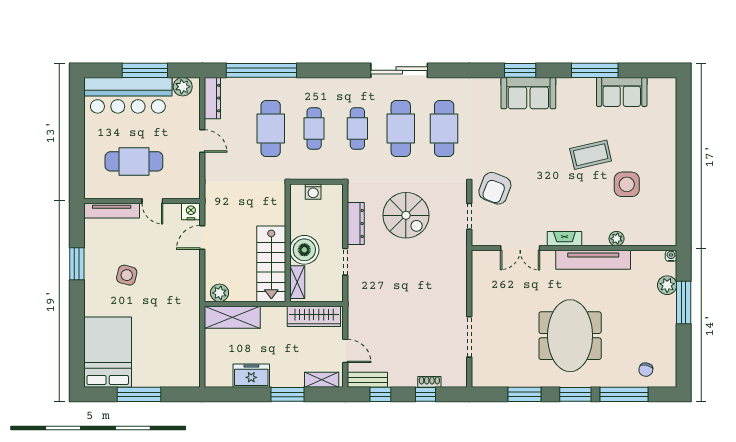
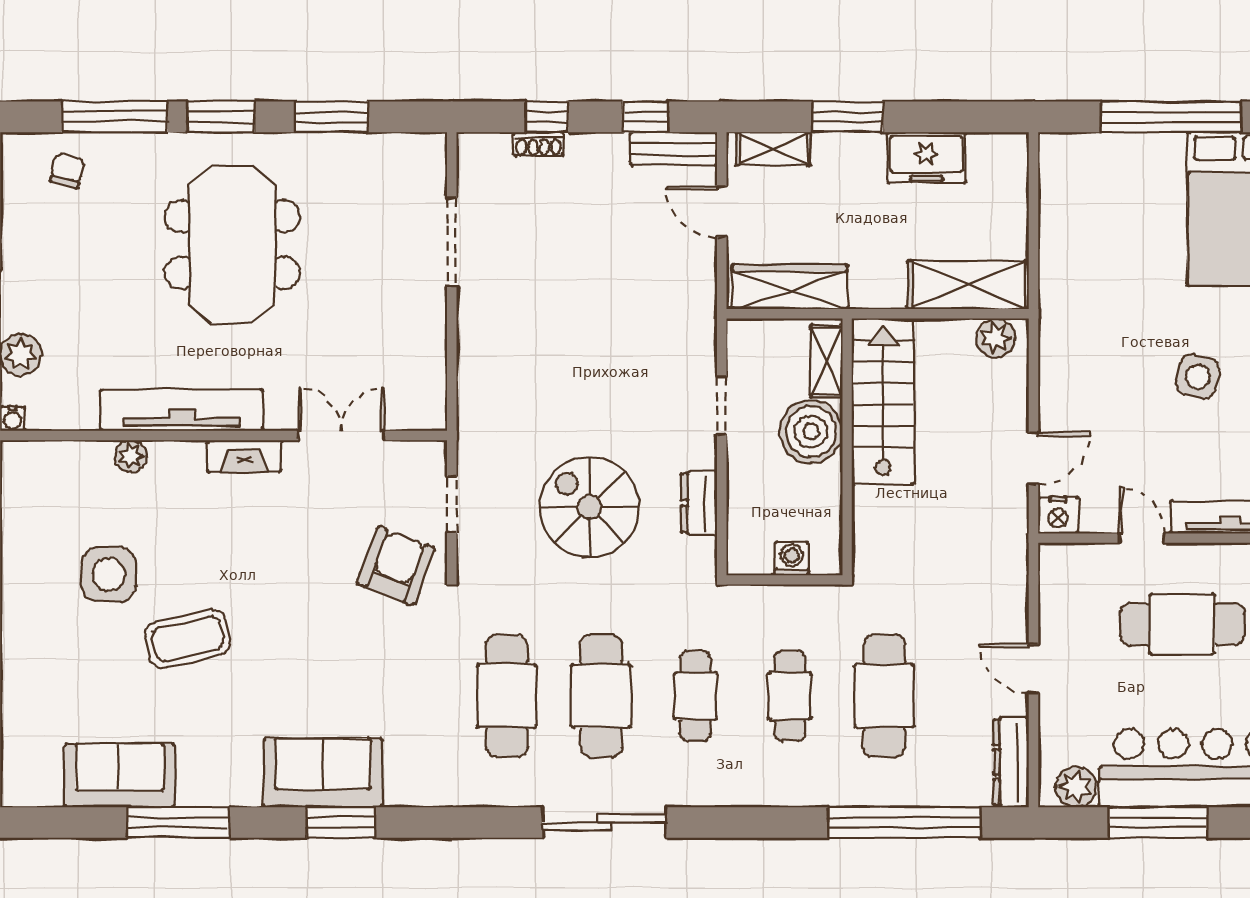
dresser: (356, 224) -> (699, 503), width x0.70
window: (139, 394) -> (1171, 117), width x1.46

